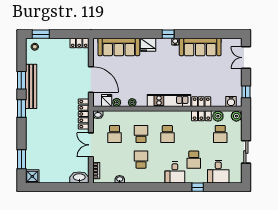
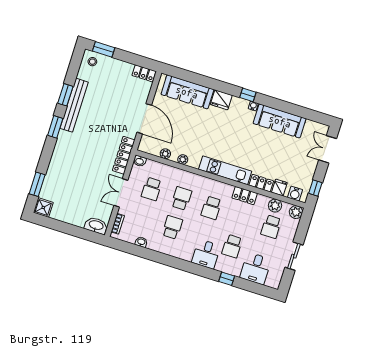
fridge: (107, 101) -> (279, 188), moved
locker: (201, 116) -> (245, 196), moved

